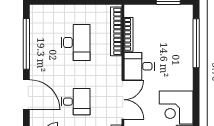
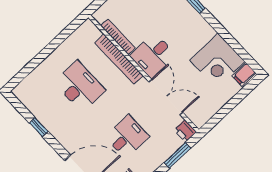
bookcase: (116, 31) -> (119, 59), moved
window: (26, 44) -> (39, 127), width x0.32

